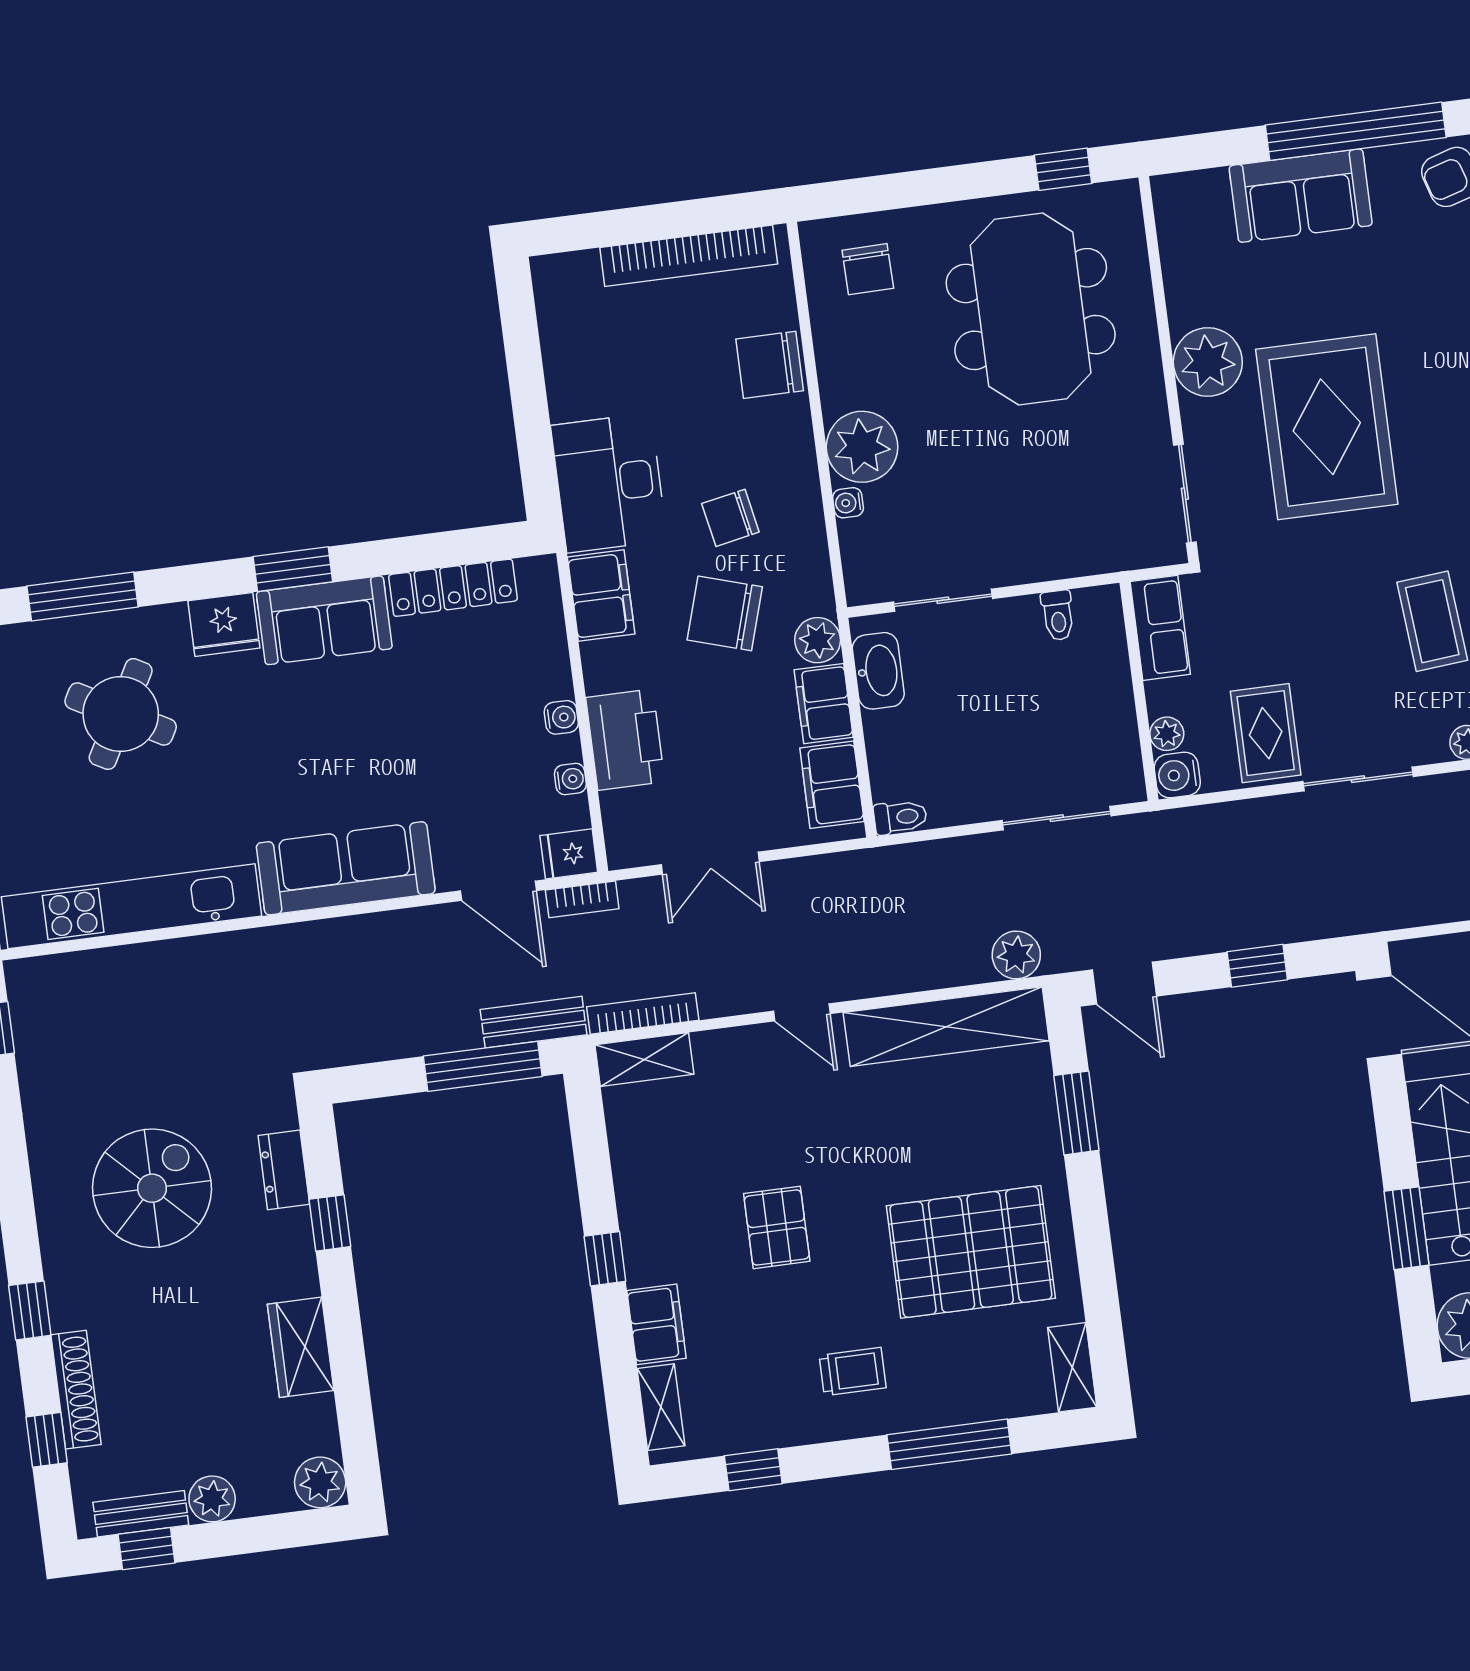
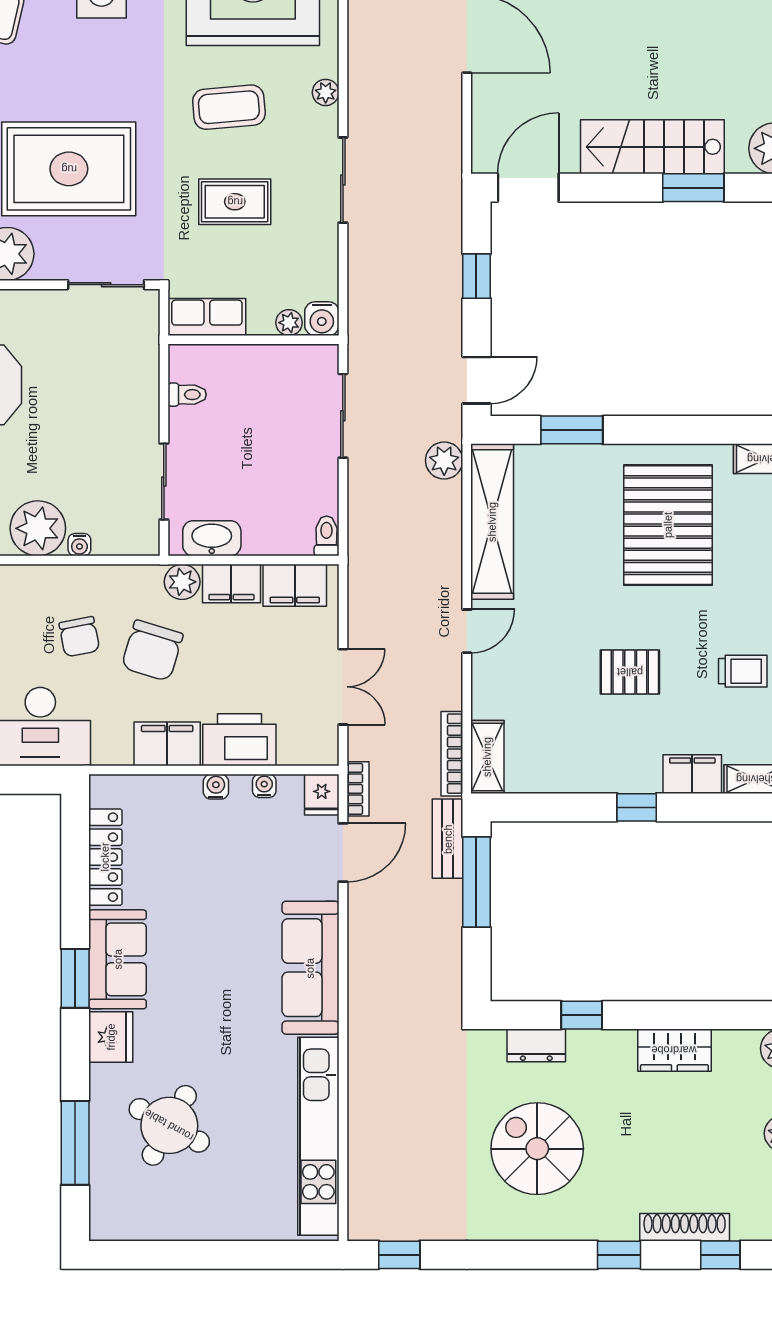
filing cabinet: (601, 596) -> (167, 744), moved
rug: (1266, 733) -> (235, 202), moved
trolley: (853, 1372) -> (743, 671), moved, turned 90

